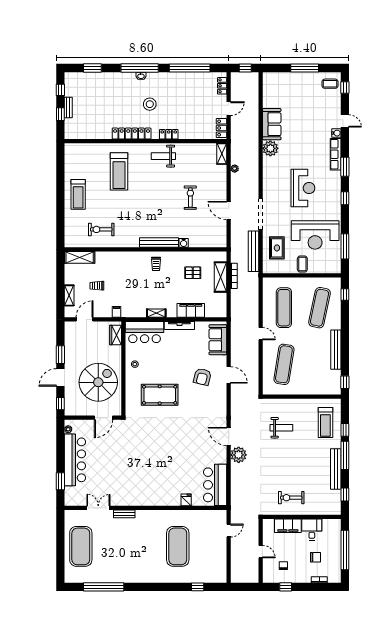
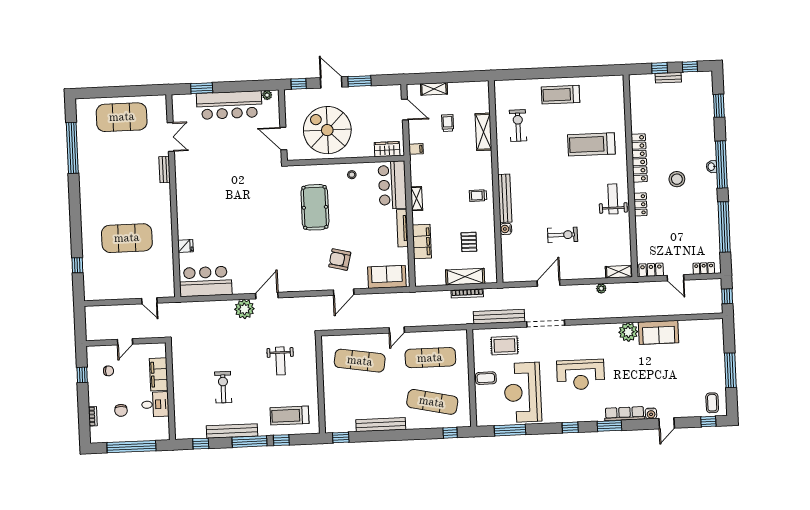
shelving: (80, 257) -> (483, 132), moved
spiral stairs: (98, 382) -> (327, 130), turned 180
exercise bike: (291, 498) -> (223, 387), moved

